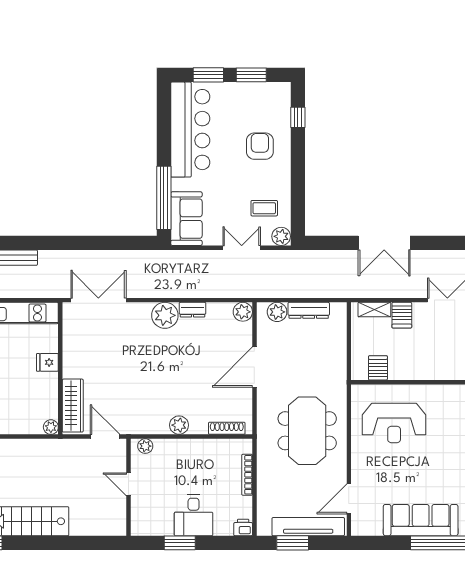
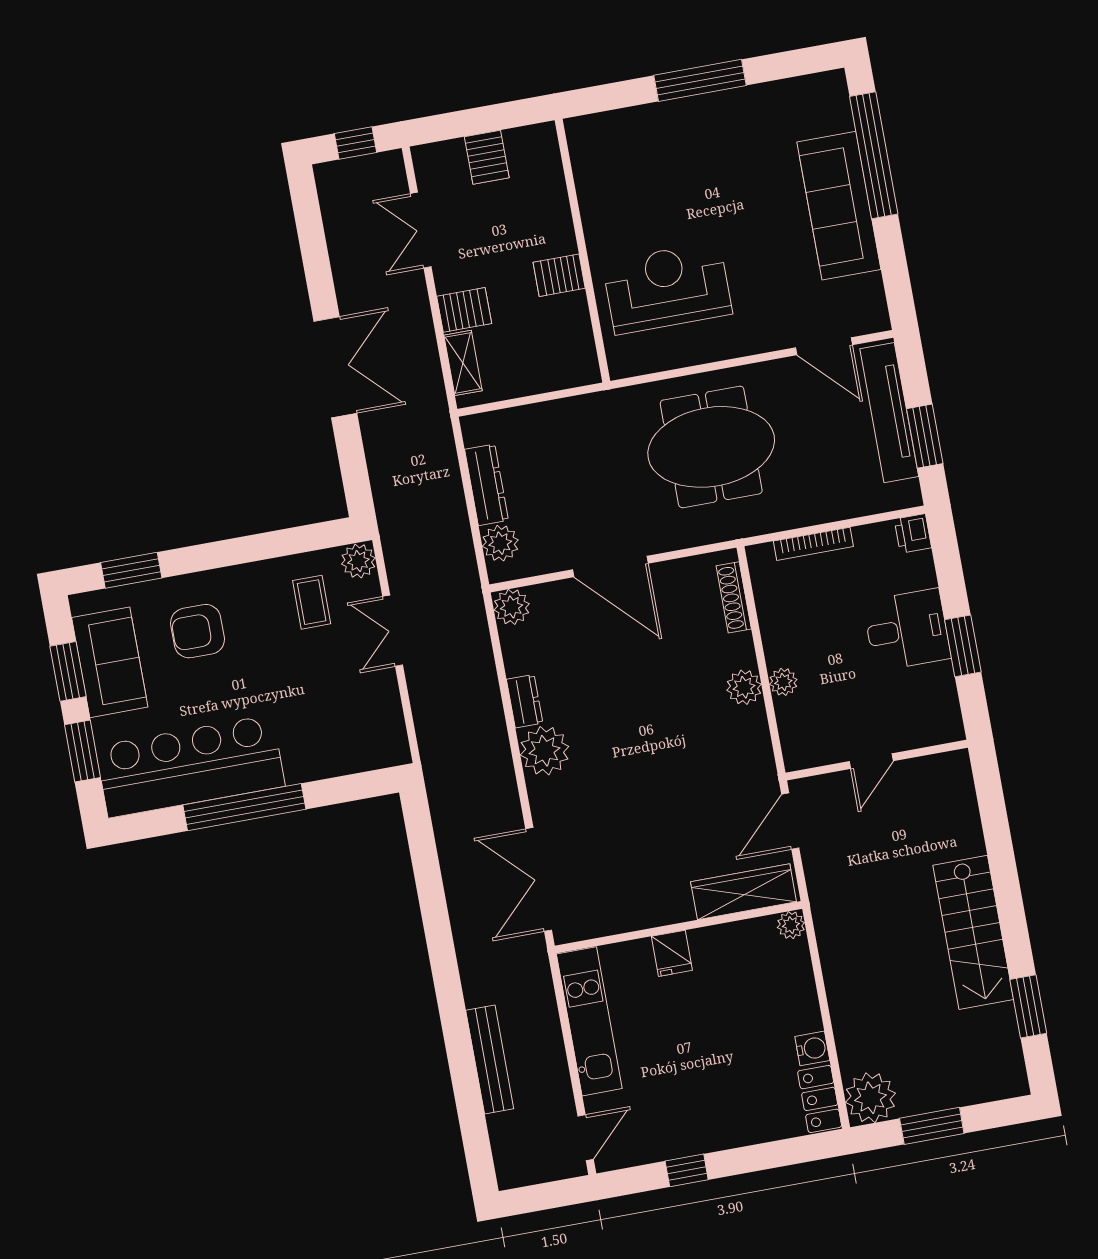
window: (298, 117) -> (131, 570), width x1.50
window: (164, 198) -> (244, 807), moved
sofa: (186, 219) -> (110, 662), moved, turned 90
server rack: (378, 368) -> (559, 275), moved
reception desk: (394, 423) -> (667, 288), turned -90
plant: (145, 446) -> (783, 682), moved

